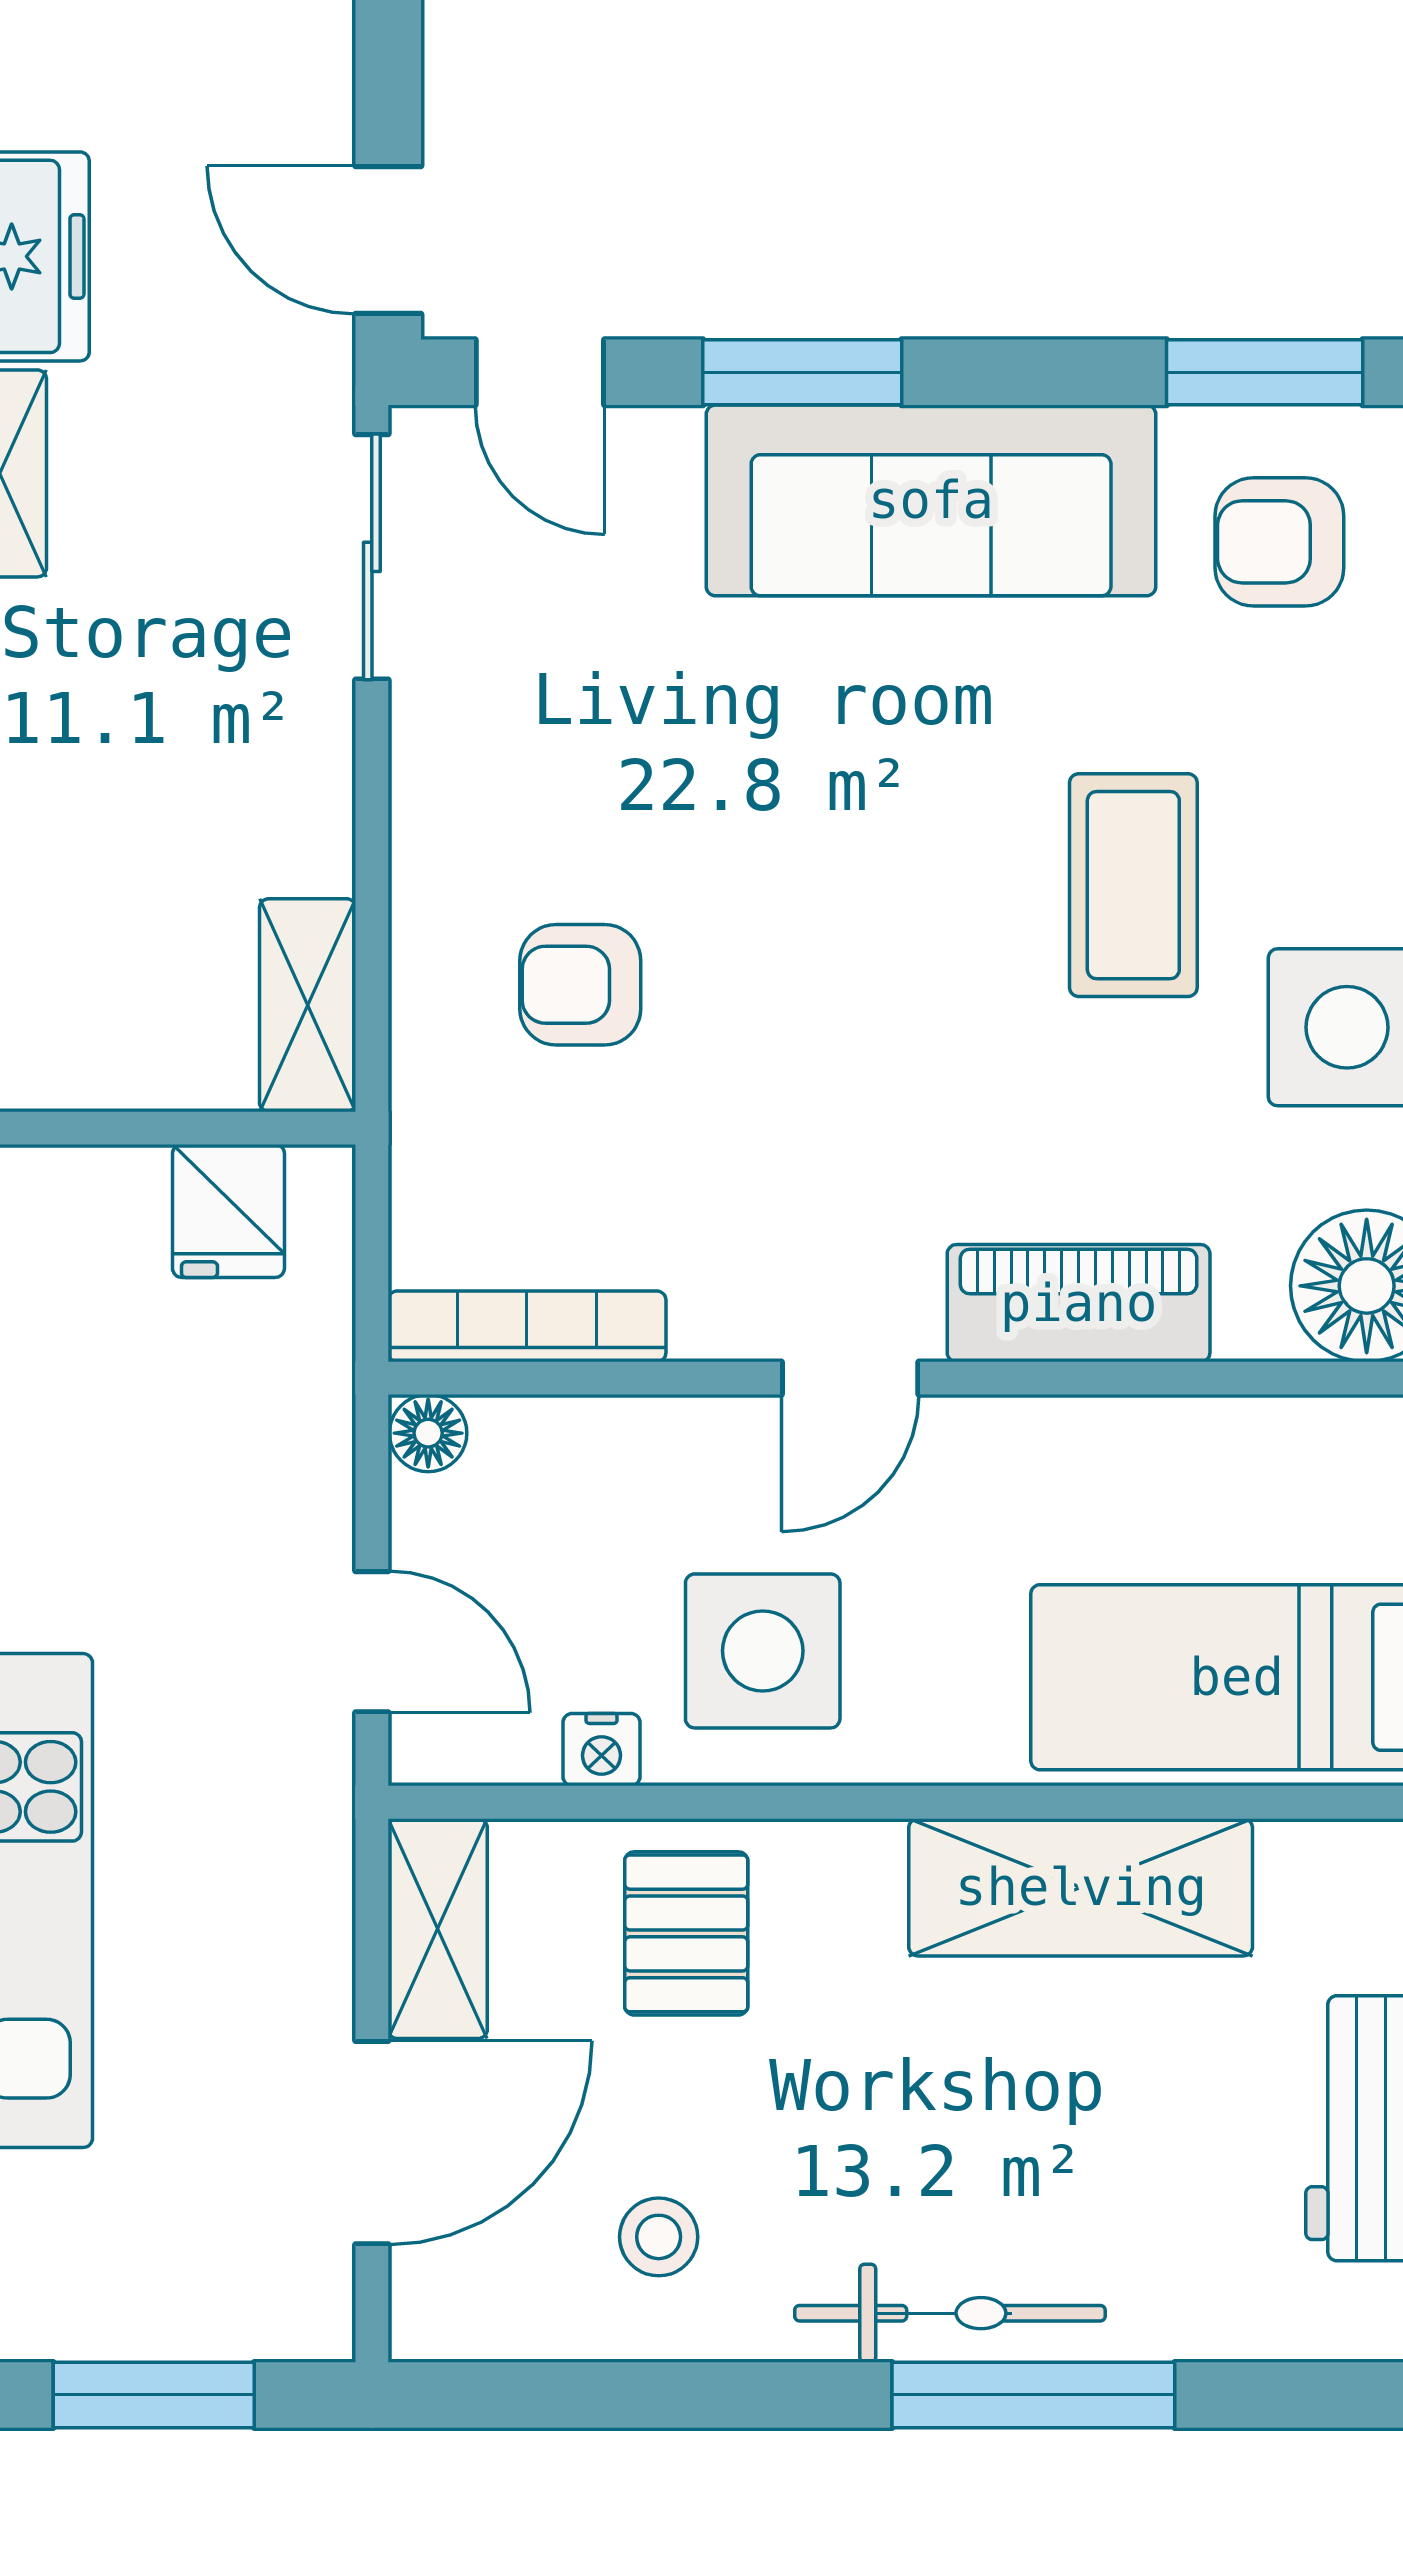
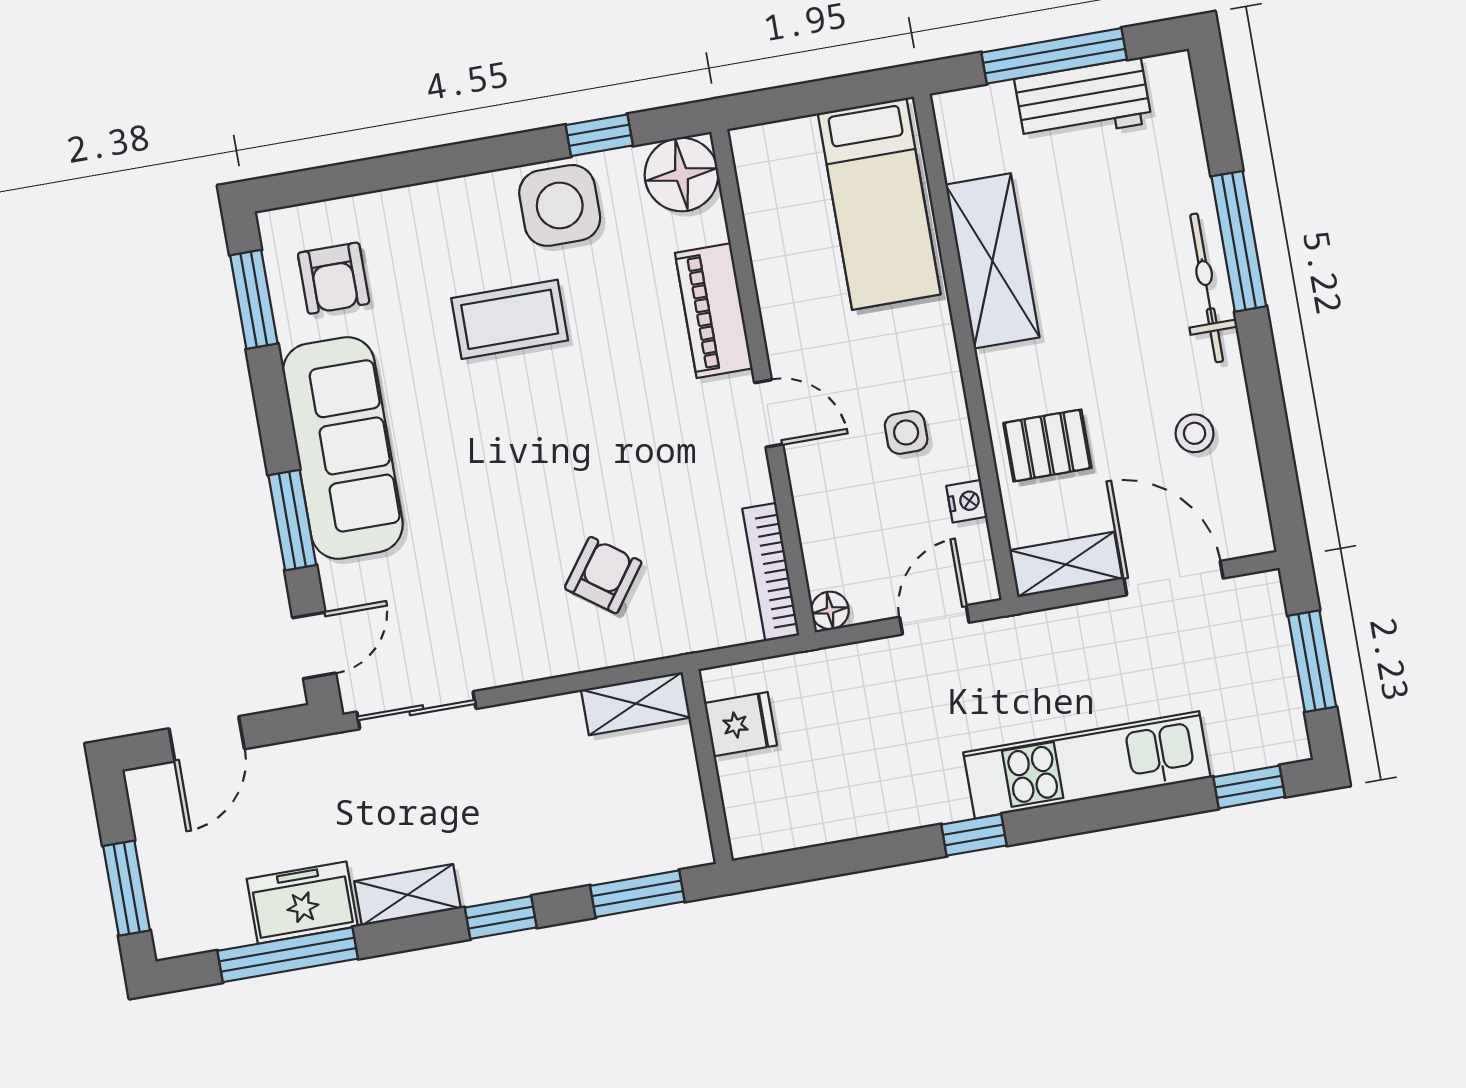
door: (388, 240) -> (207, 739), moved
armchair: (580, 985) -> (603, 575), turned -144
side table: (763, 1651) -> (906, 432), width x0.54, depth x0.54

